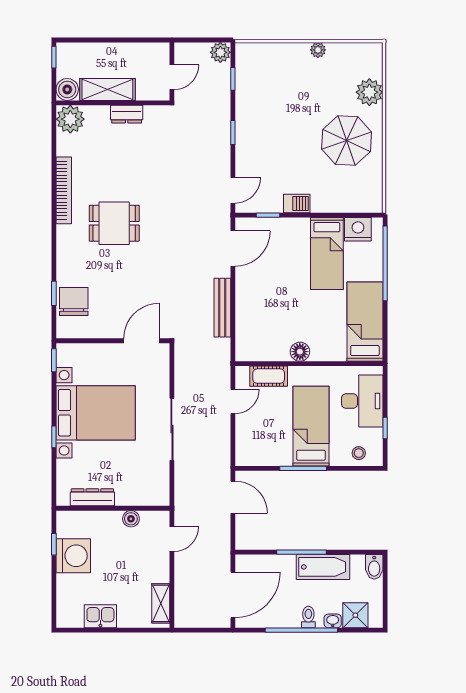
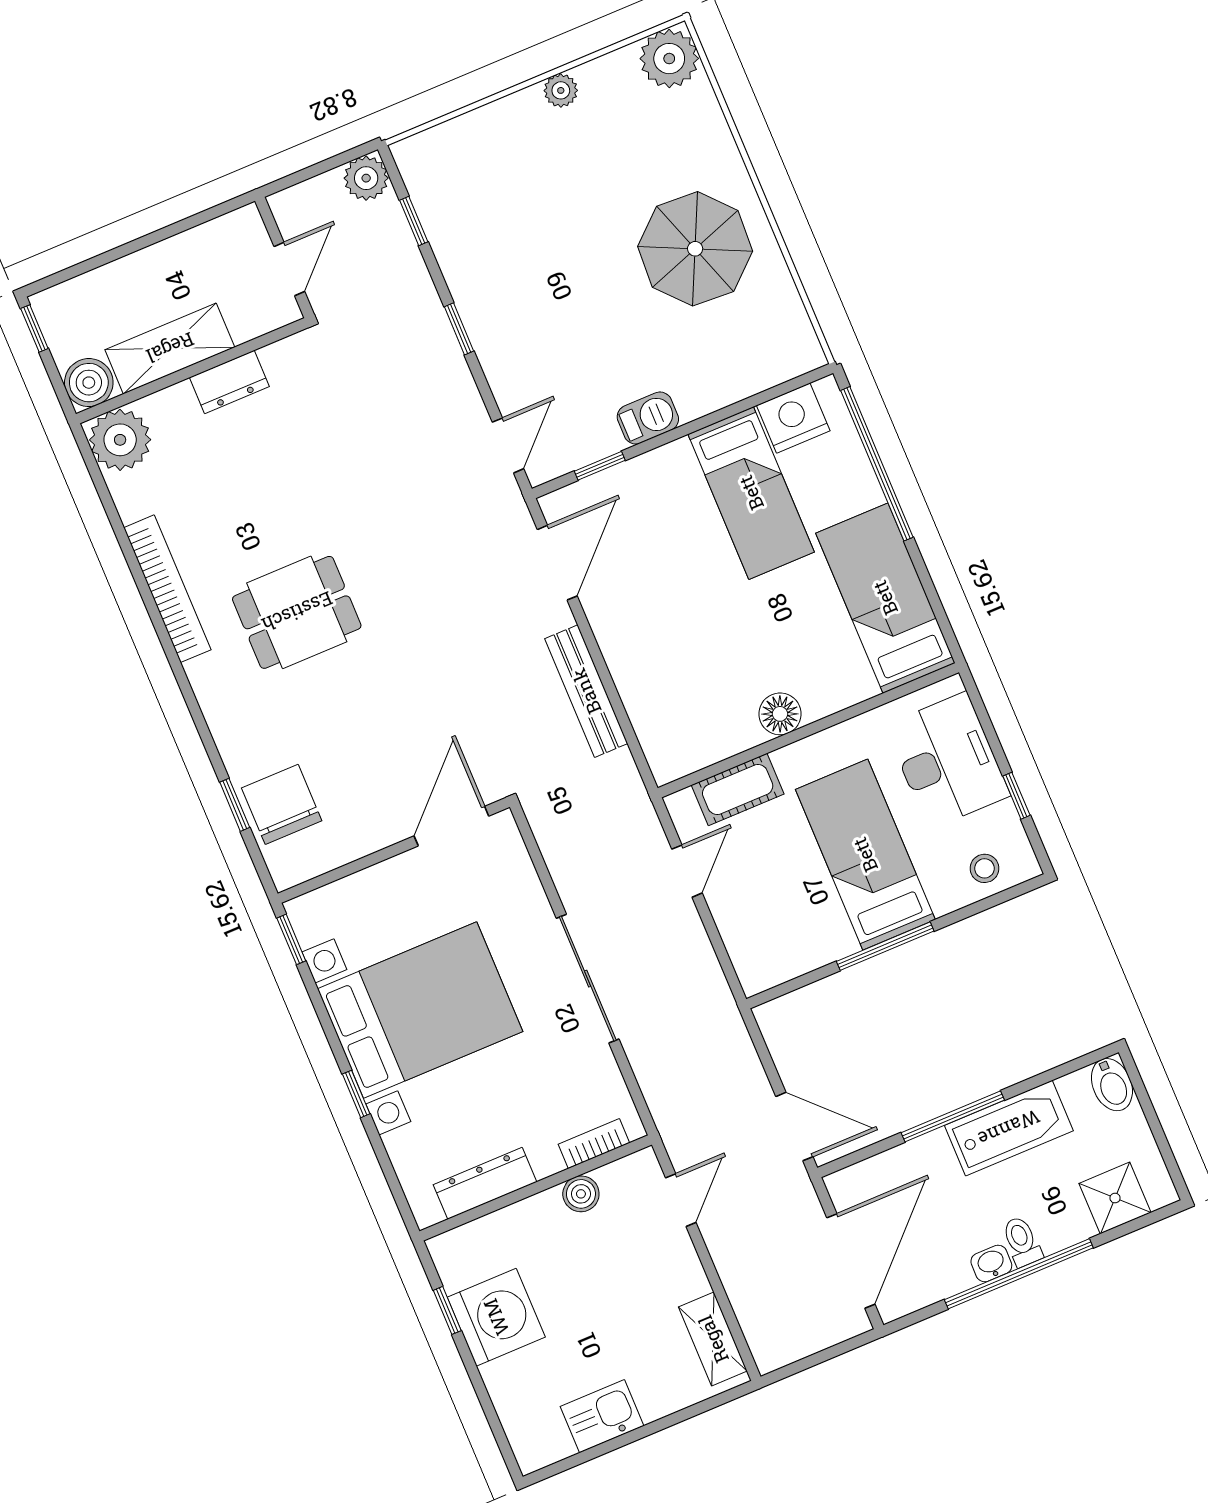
plant: (369, 92) -> (669, 59), moved
door: (233, 497) -> (794, 1127), moved
bookcase: (145, 500) -> (594, 1144), added
washbasin: (333, 621) -> (991, 1263), moved

